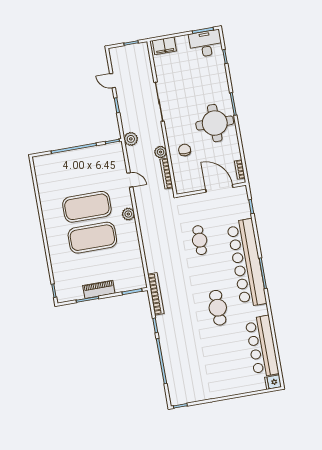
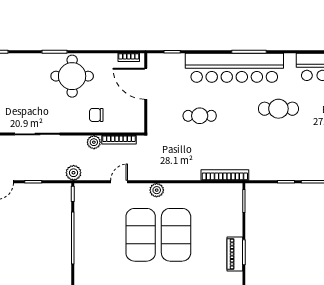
door: (219, 188) -> (146, 84), hinge flipped
piano: (99, 289) -> (235, 254), moved
bookcase: (156, 294) -> (225, 175), moved

